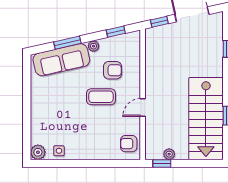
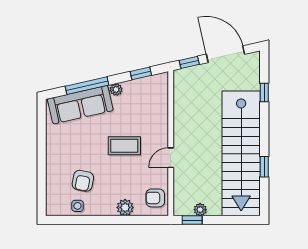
window: (67, 43) -> (87, 86), width x1.44
armchair: (112, 70) -> (83, 181), moved, turned 101
stairs: (206, 119) -> (241, 153), width x1.36
plant: (38, 152) -> (125, 207), moved

